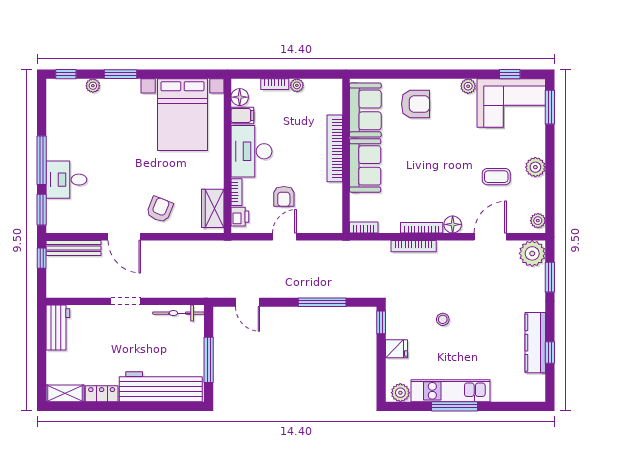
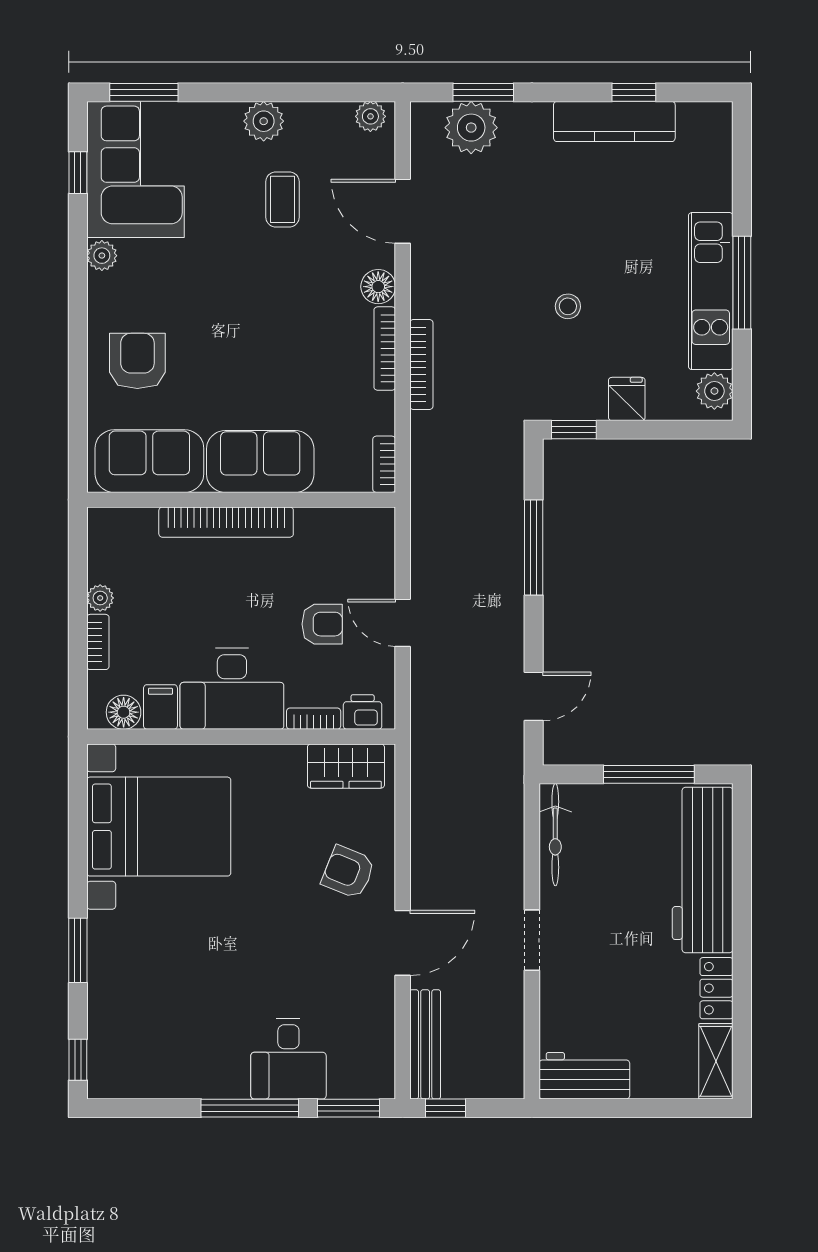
plant: (93, 86) -> (101, 1006), removed
plant: (532, 253) -> (471, 128), moved

